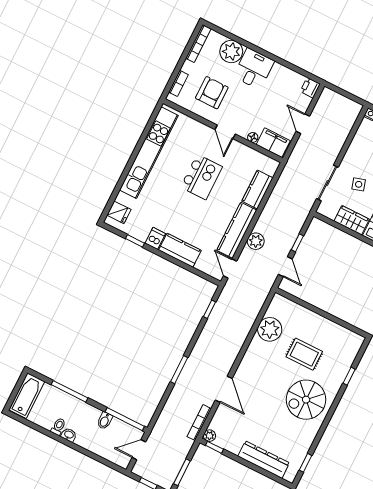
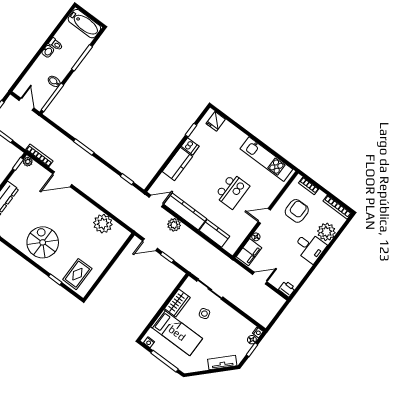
armchair: (212, 93) -> (297, 211), turned -90
kitchen unit: (149, 153) -> (266, 159), width x0.73
kitchen island: (201, 177) -> (232, 191), turned -90
rug: (304, 354) -> (77, 274), moved

